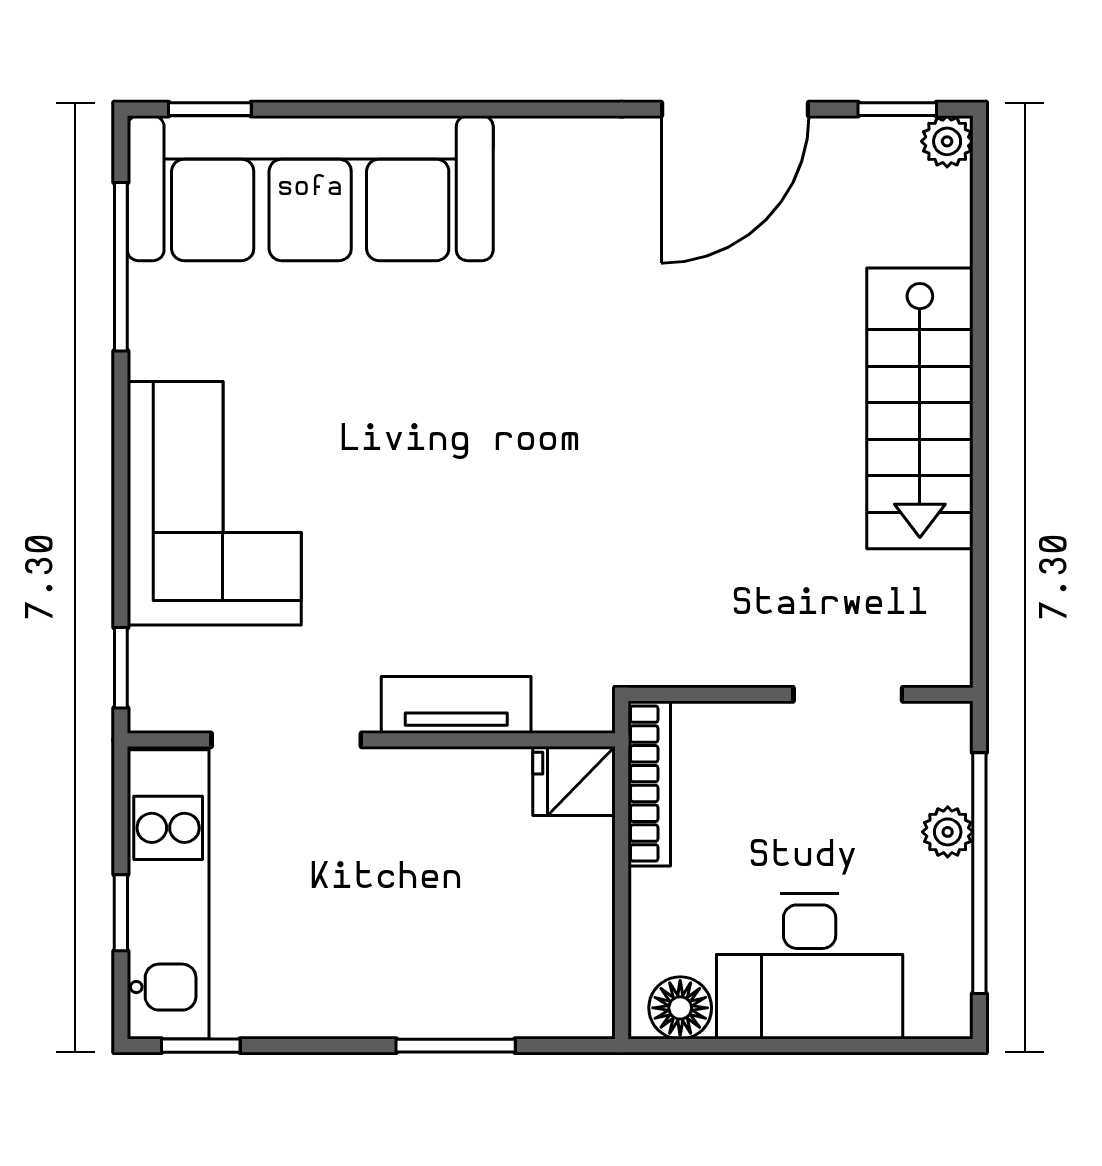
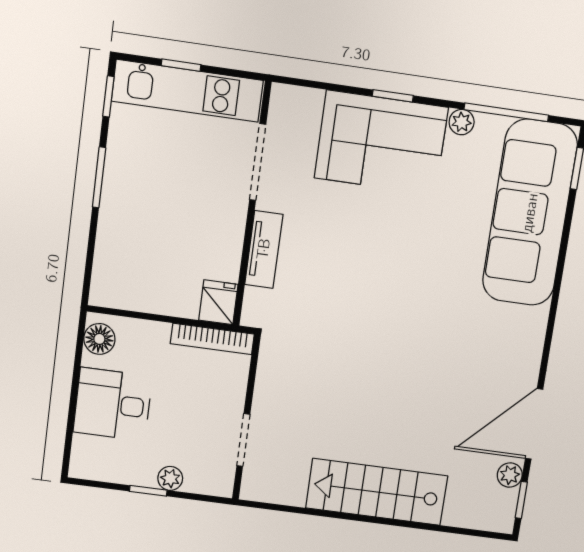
door: (735, 109) -> (534, 424), hinge flipped
plant: (947, 141) -> (510, 475), moved
plant: (152, 352) -> (462, 122), added
window: (121, 668) -> (393, 96), moved
window: (979, 873) -> (148, 491), width x0.32
desk: (810, 966) -> (113, 404), width x0.73
window: (456, 1046) -> (99, 177), moved

